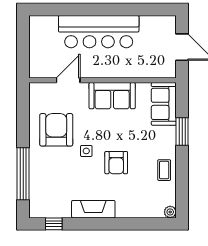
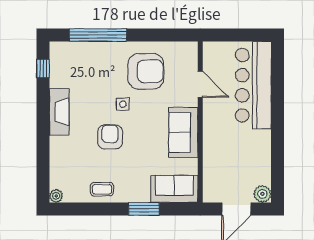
plant: (168, 23) -> (262, 194), added
bar counter: (99, 32) -> (253, 85), moved
armchair: (116, 163) -> (110, 137), turned 90

